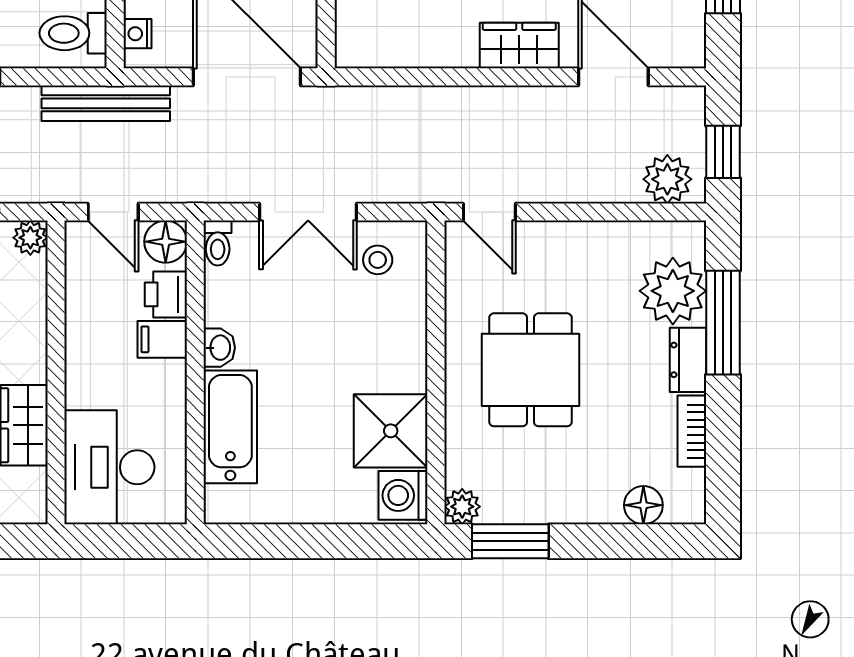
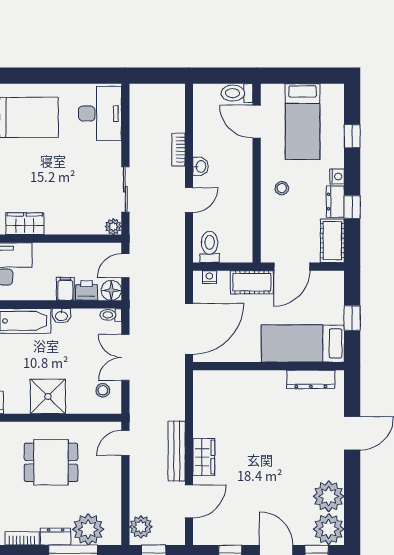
bench: (106, 103) -> (177, 451), moved
shower: (391, 431) -> (48, 396), moved

